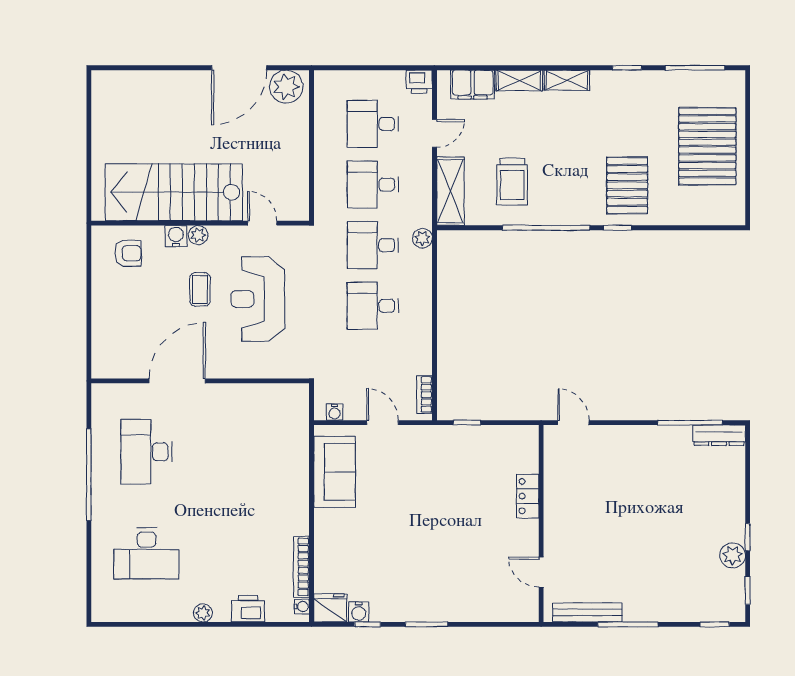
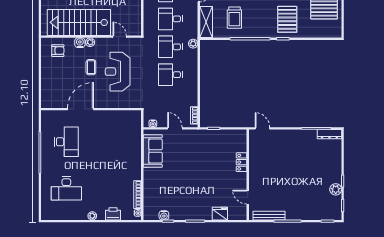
desk: (146, 452) -> (66, 142), turned 180
fridge: (330, 608) -> (220, 214), moved

